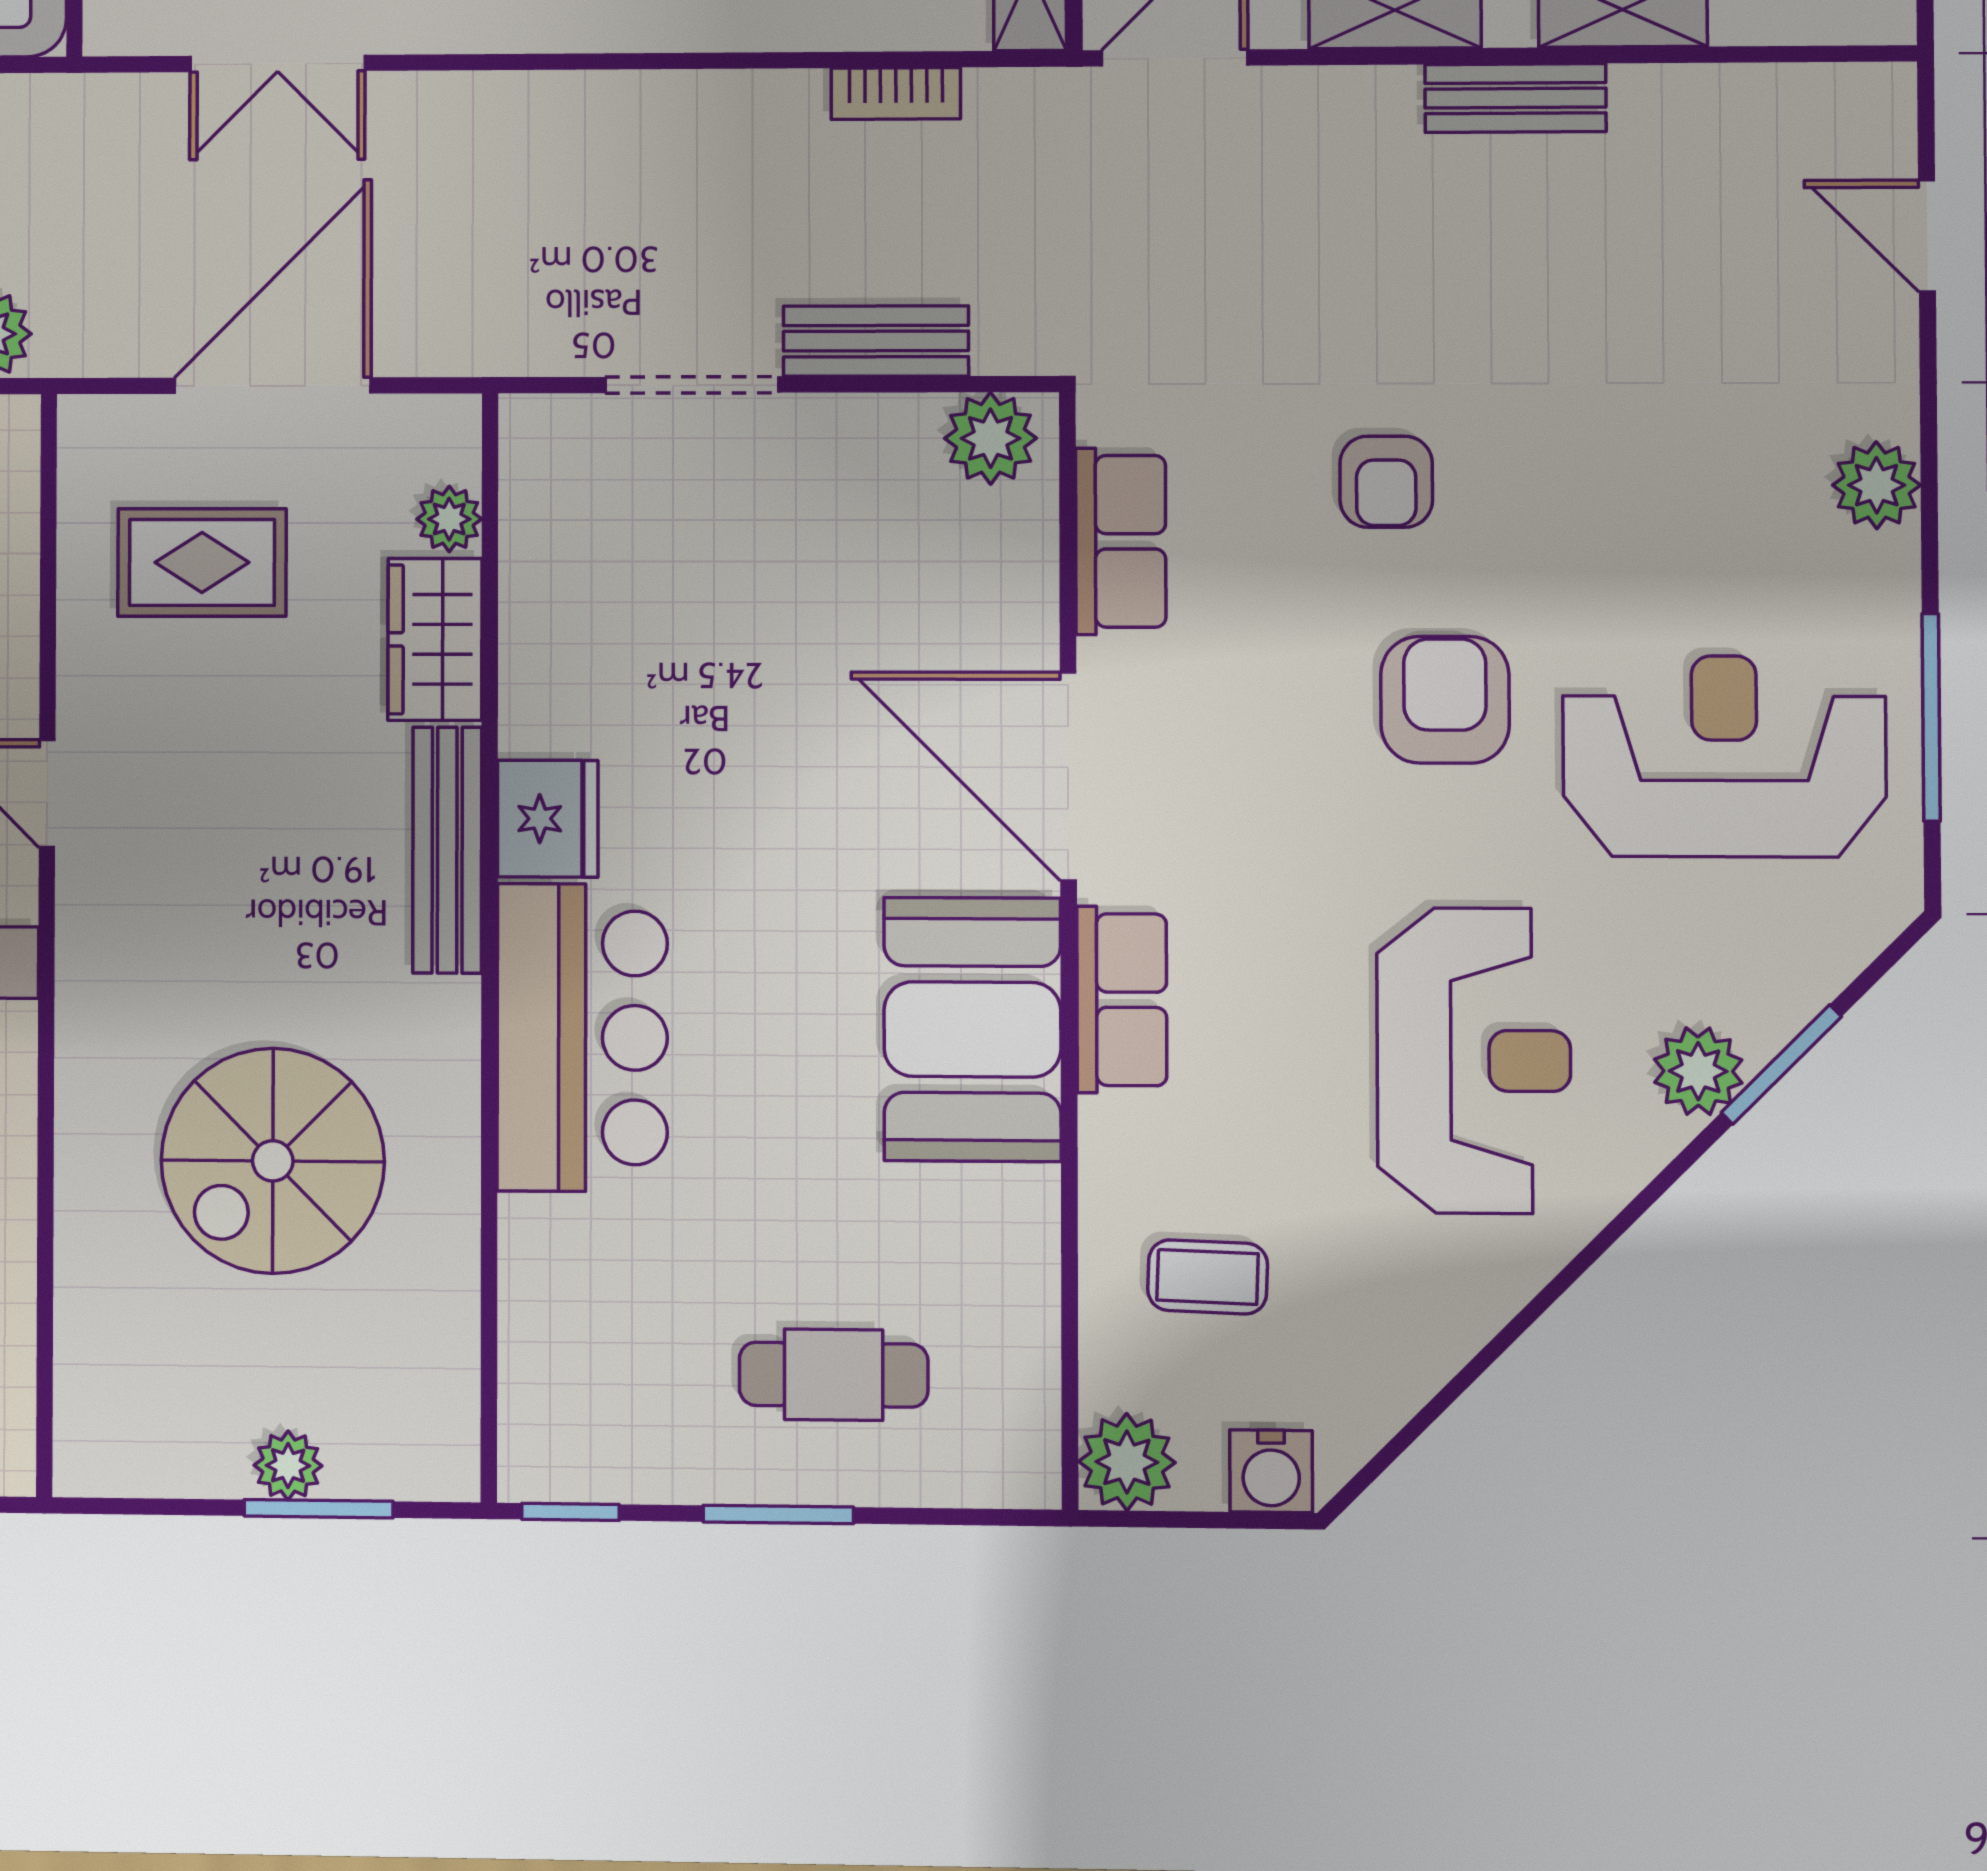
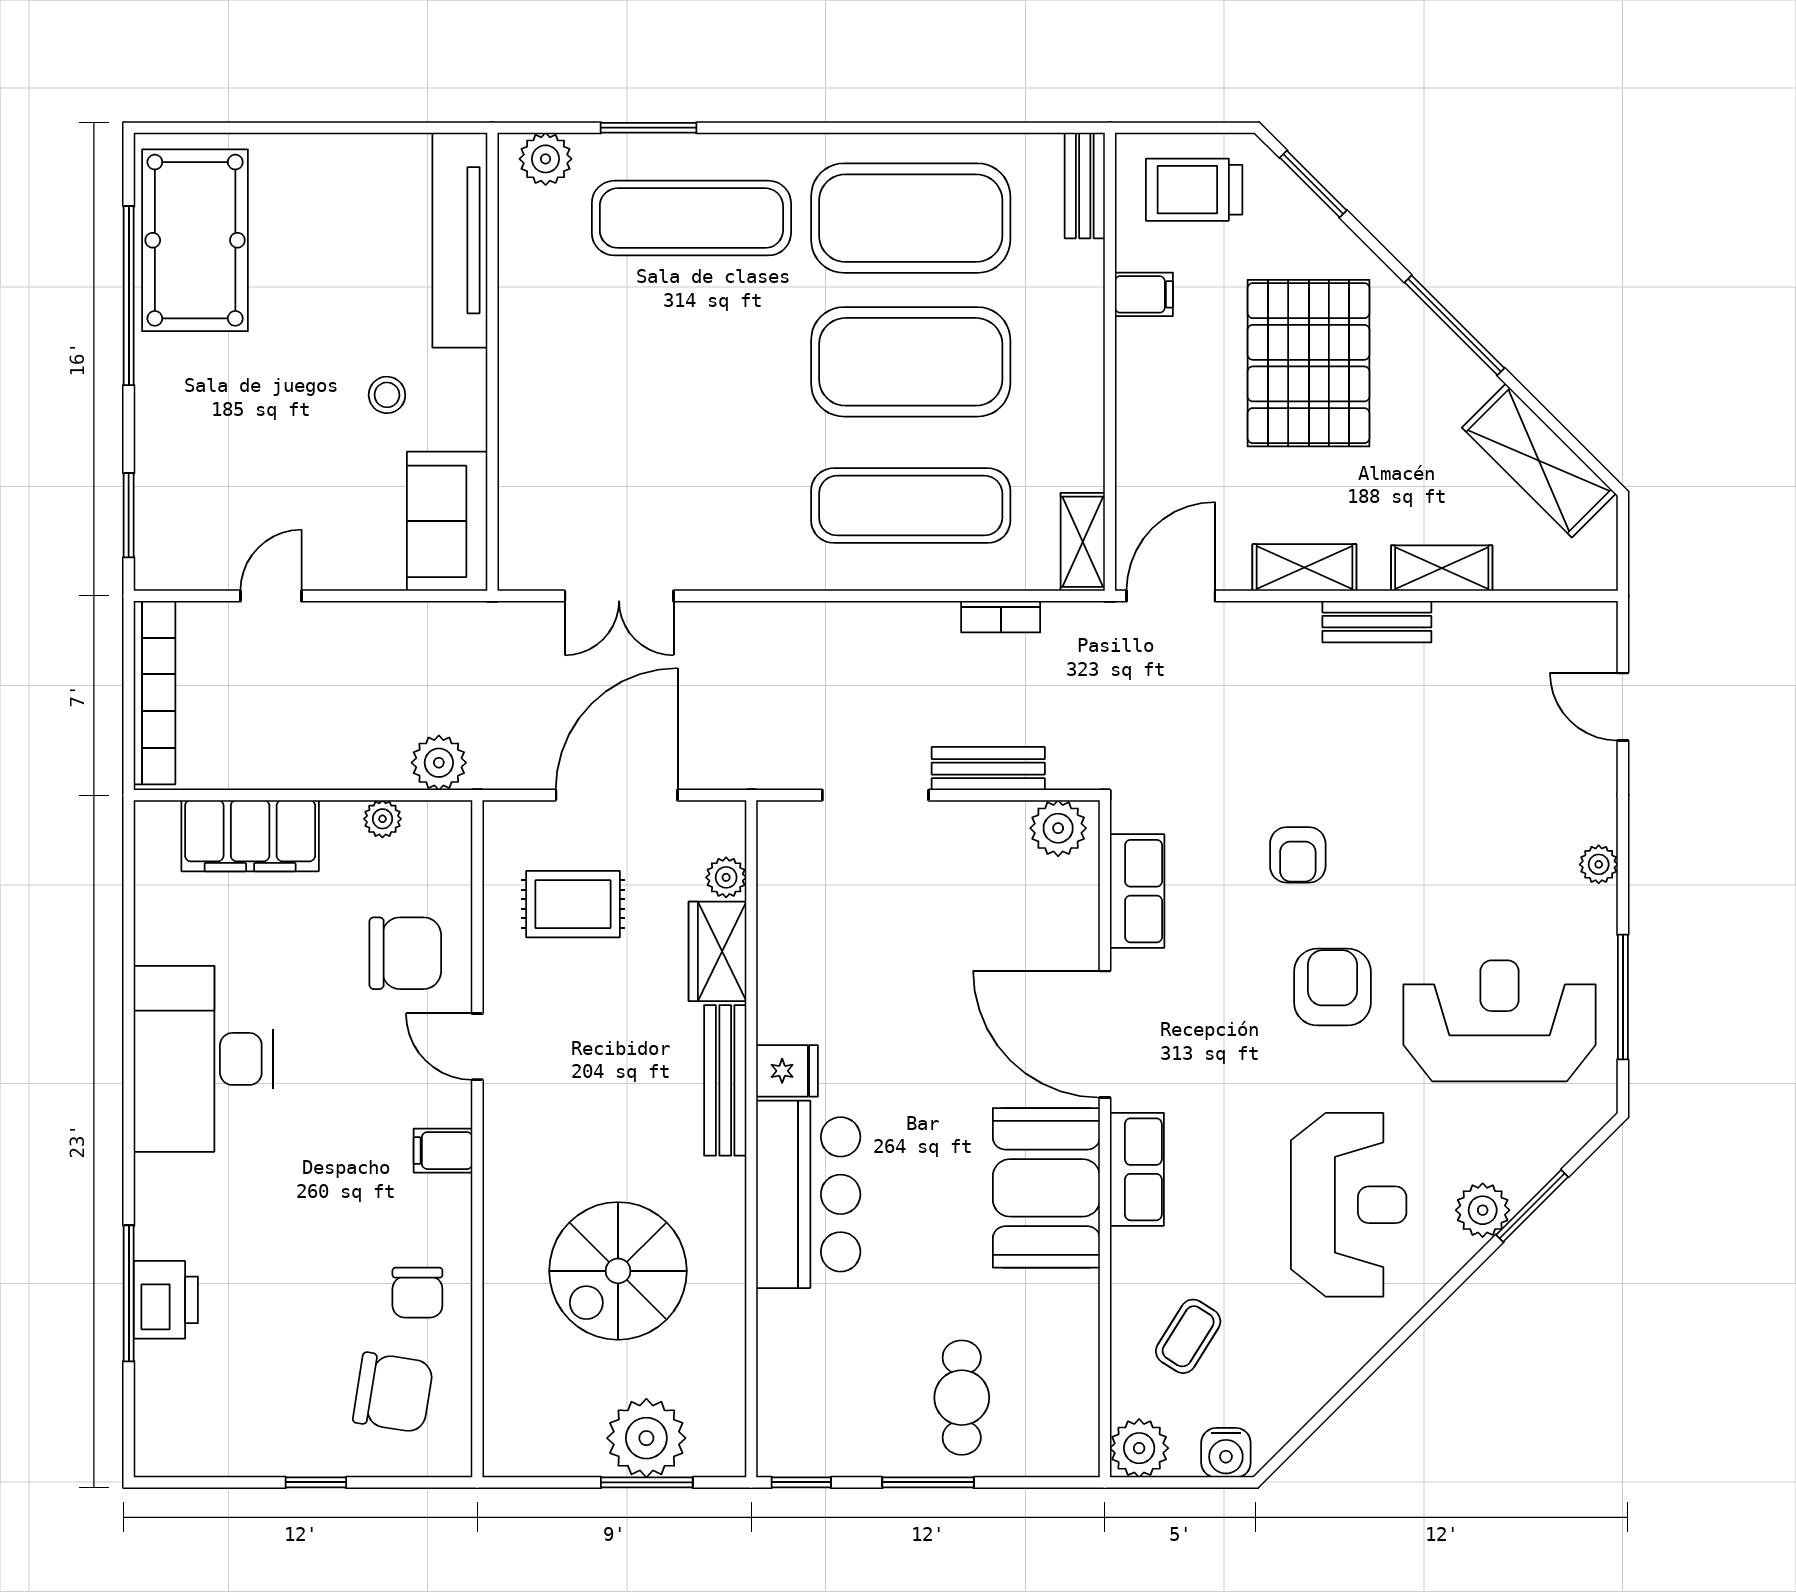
plant: (1877, 485) -> (1599, 864), width x0.73, depth x0.73
fridge: (548, 819) -> (787, 1071), width x0.72
coffee table: (1208, 1277) -> (1188, 1336), turned -60
cafe table: (834, 1375) -> (962, 1398), turned 90
plant: (288, 1466) -> (646, 1438), width x1.88, depth x1.88

